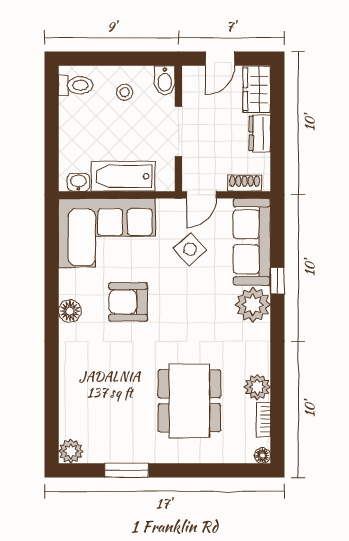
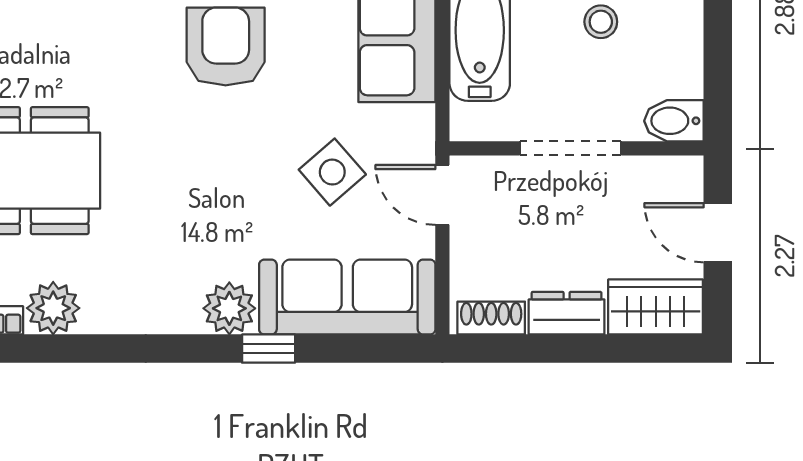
stool: (125, 92) -> (601, 22), moved
shoe rack: (245, 183) -> (491, 318), moved, turned -90
plant: (253, 305) -> (229, 308), width x0.73, depth x0.73

